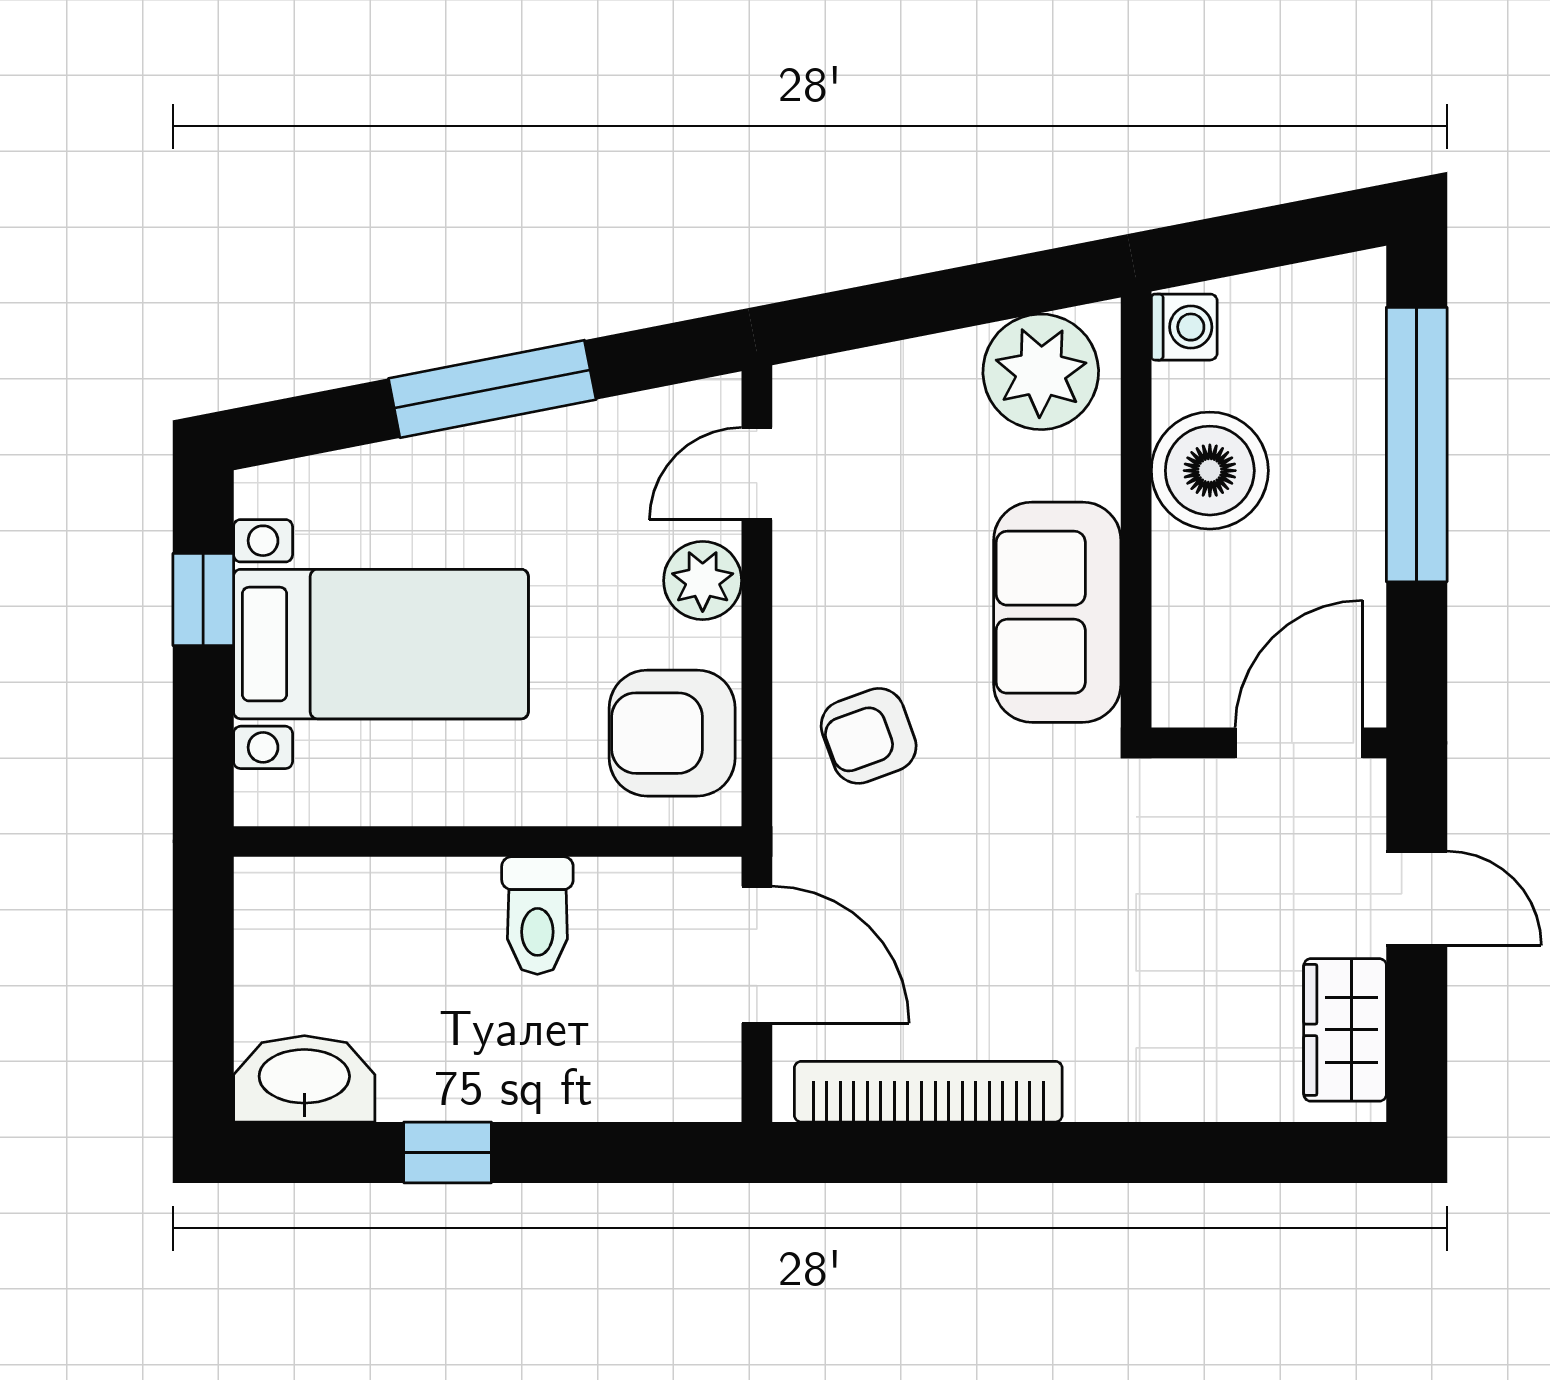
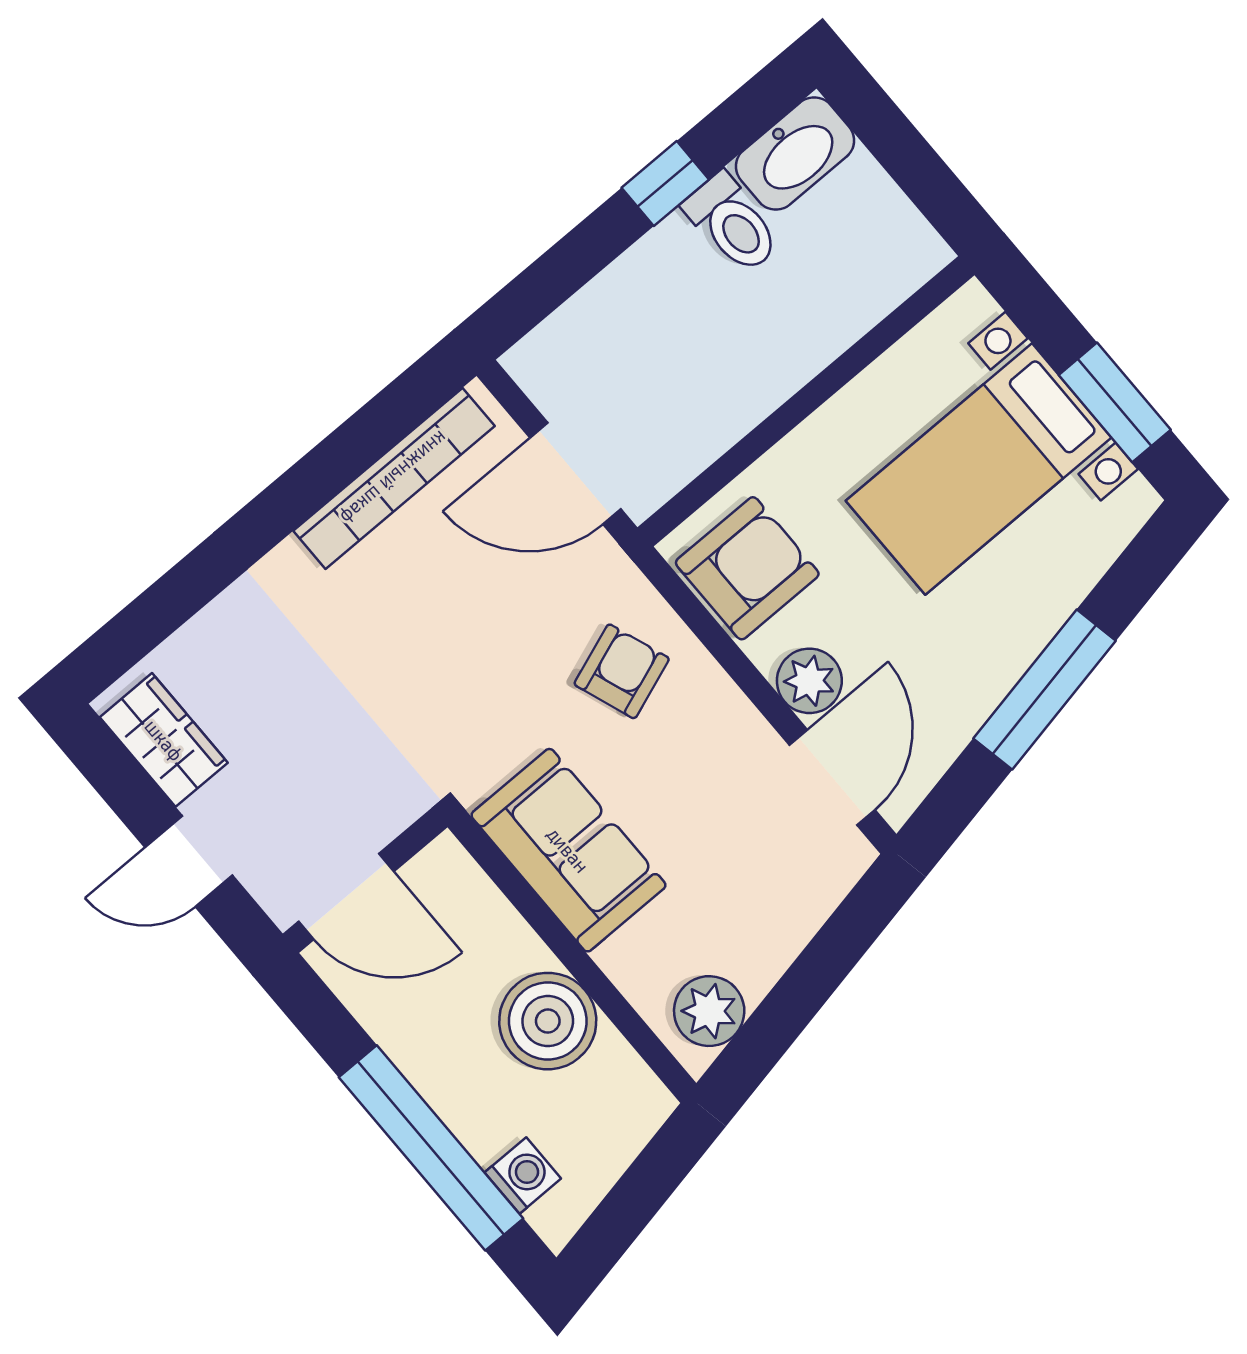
washing machine: (1184, 327) -> (523, 1175), moved, turned 180
plant: (1041, 372) -> (709, 1011), width x0.73, depth x0.73
door: (757, 474) -> (832, 777), width x1.38
window: (203, 600) -> (1115, 402), width x1.50
door: (1299, 743) -> (346, 897), hinge flipped
toilet: (537, 915) -> (732, 223), moved, turned 180

